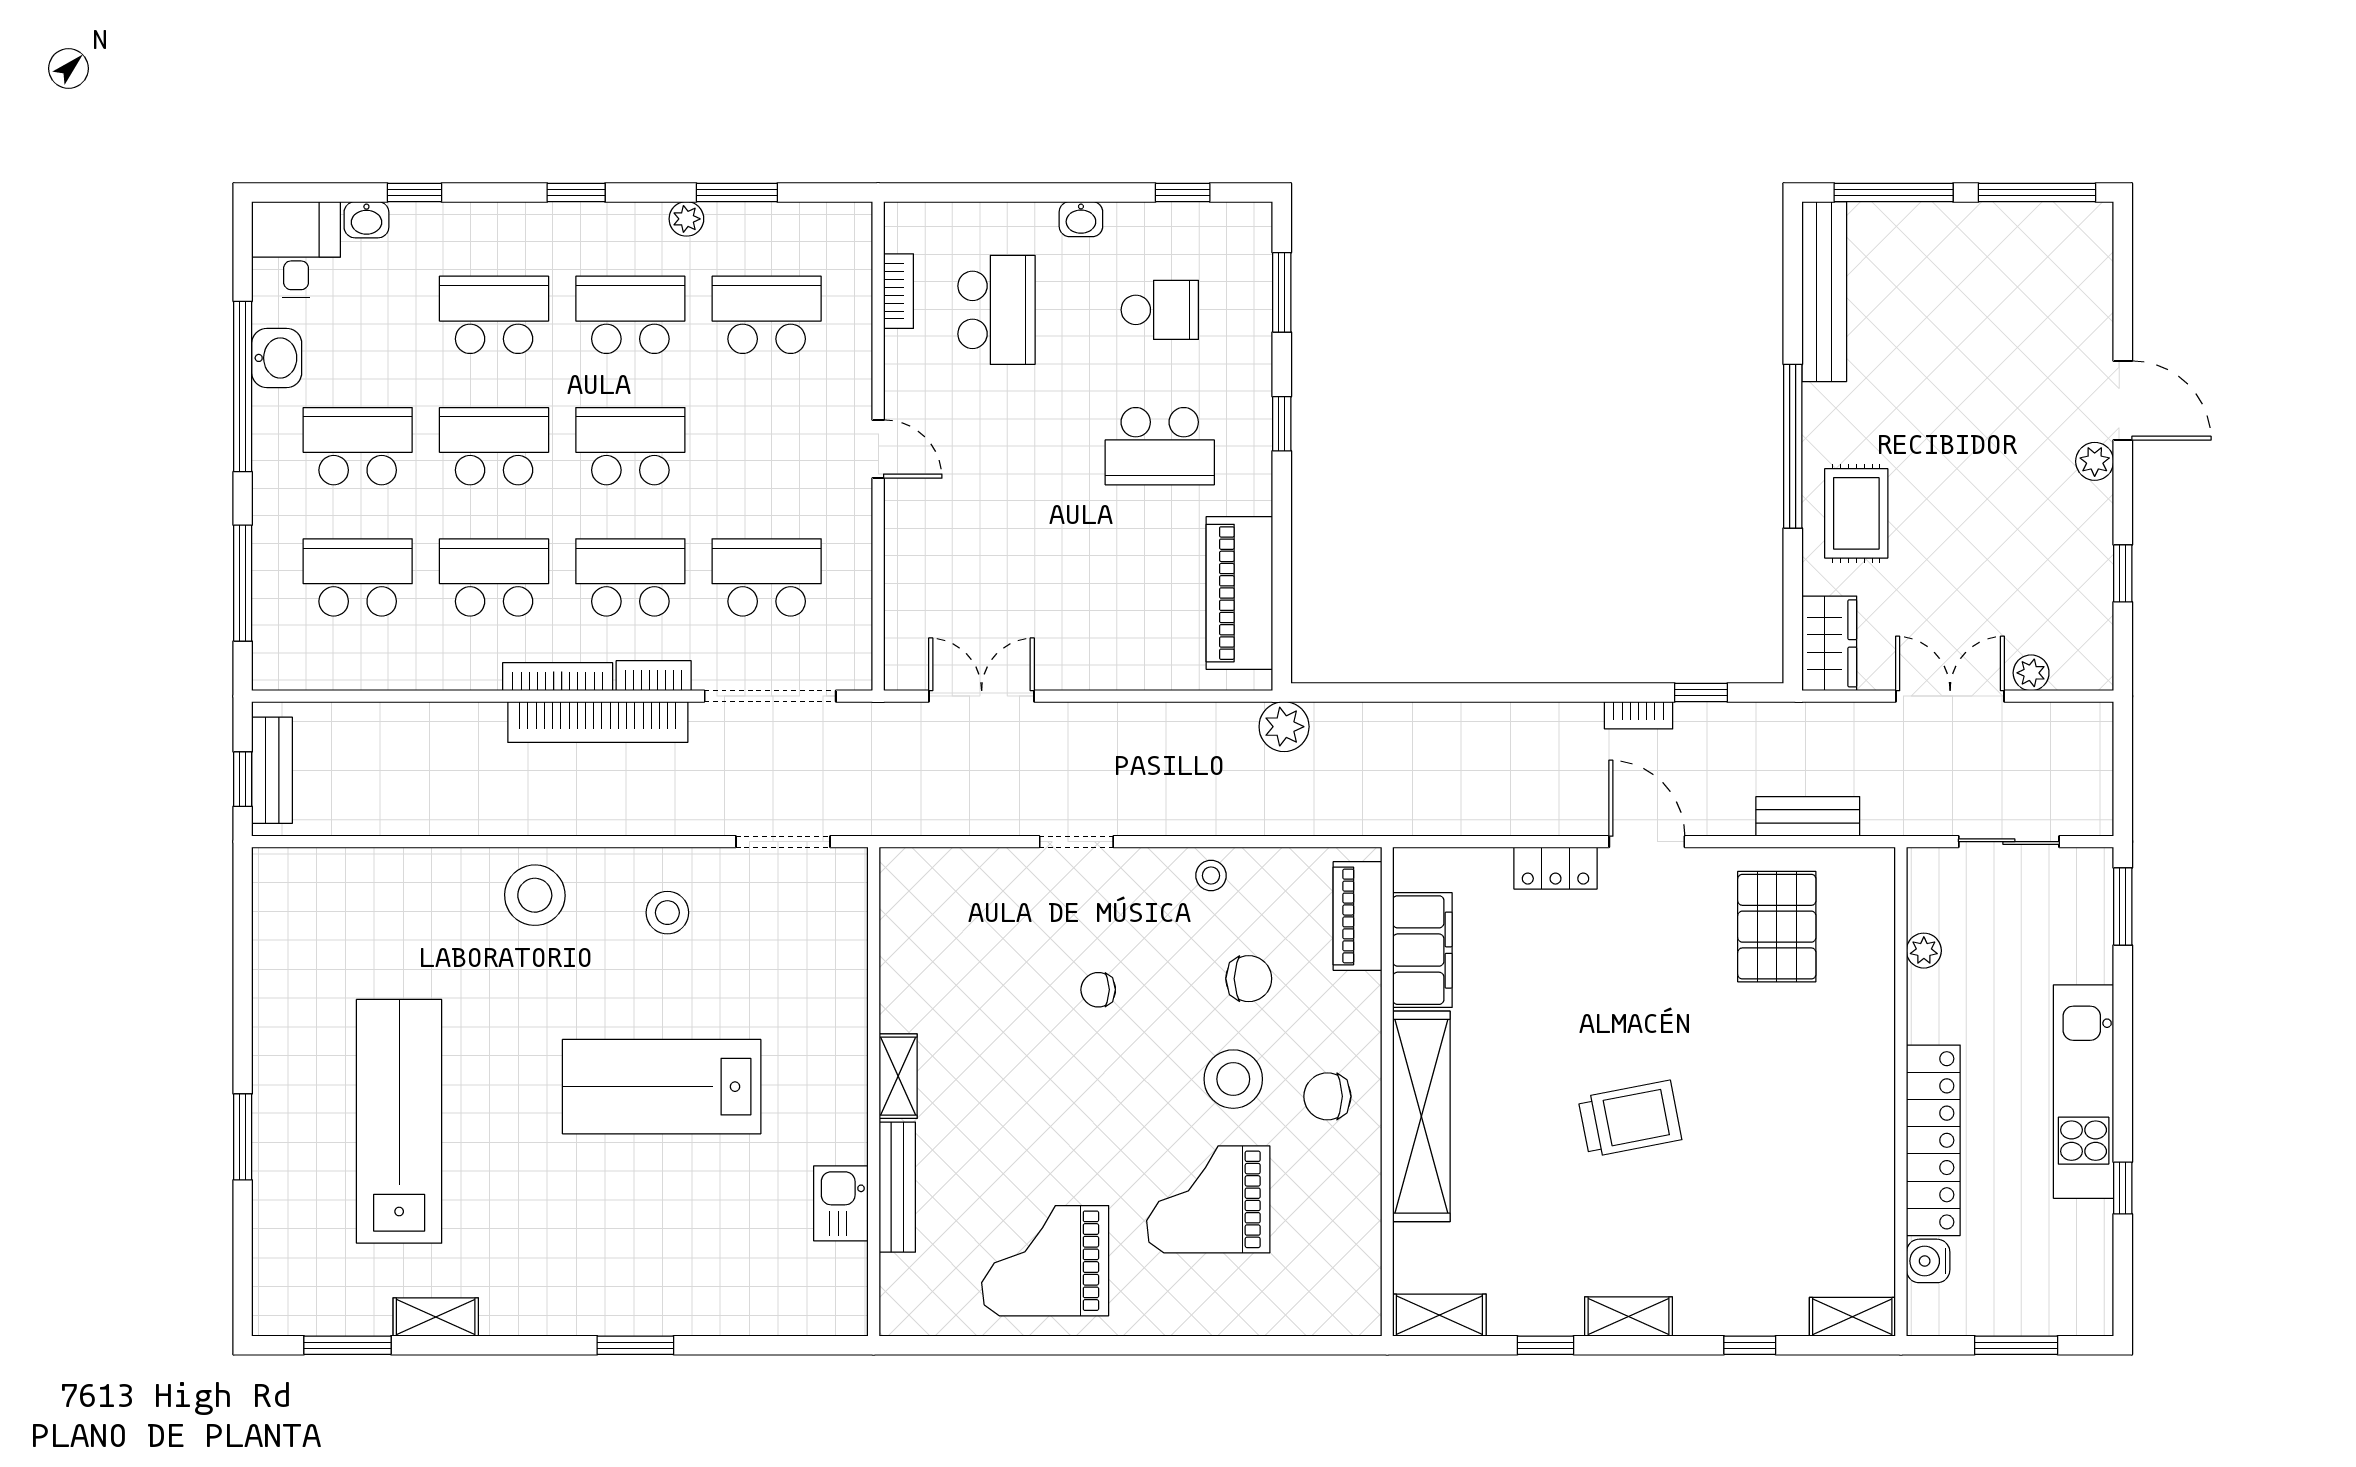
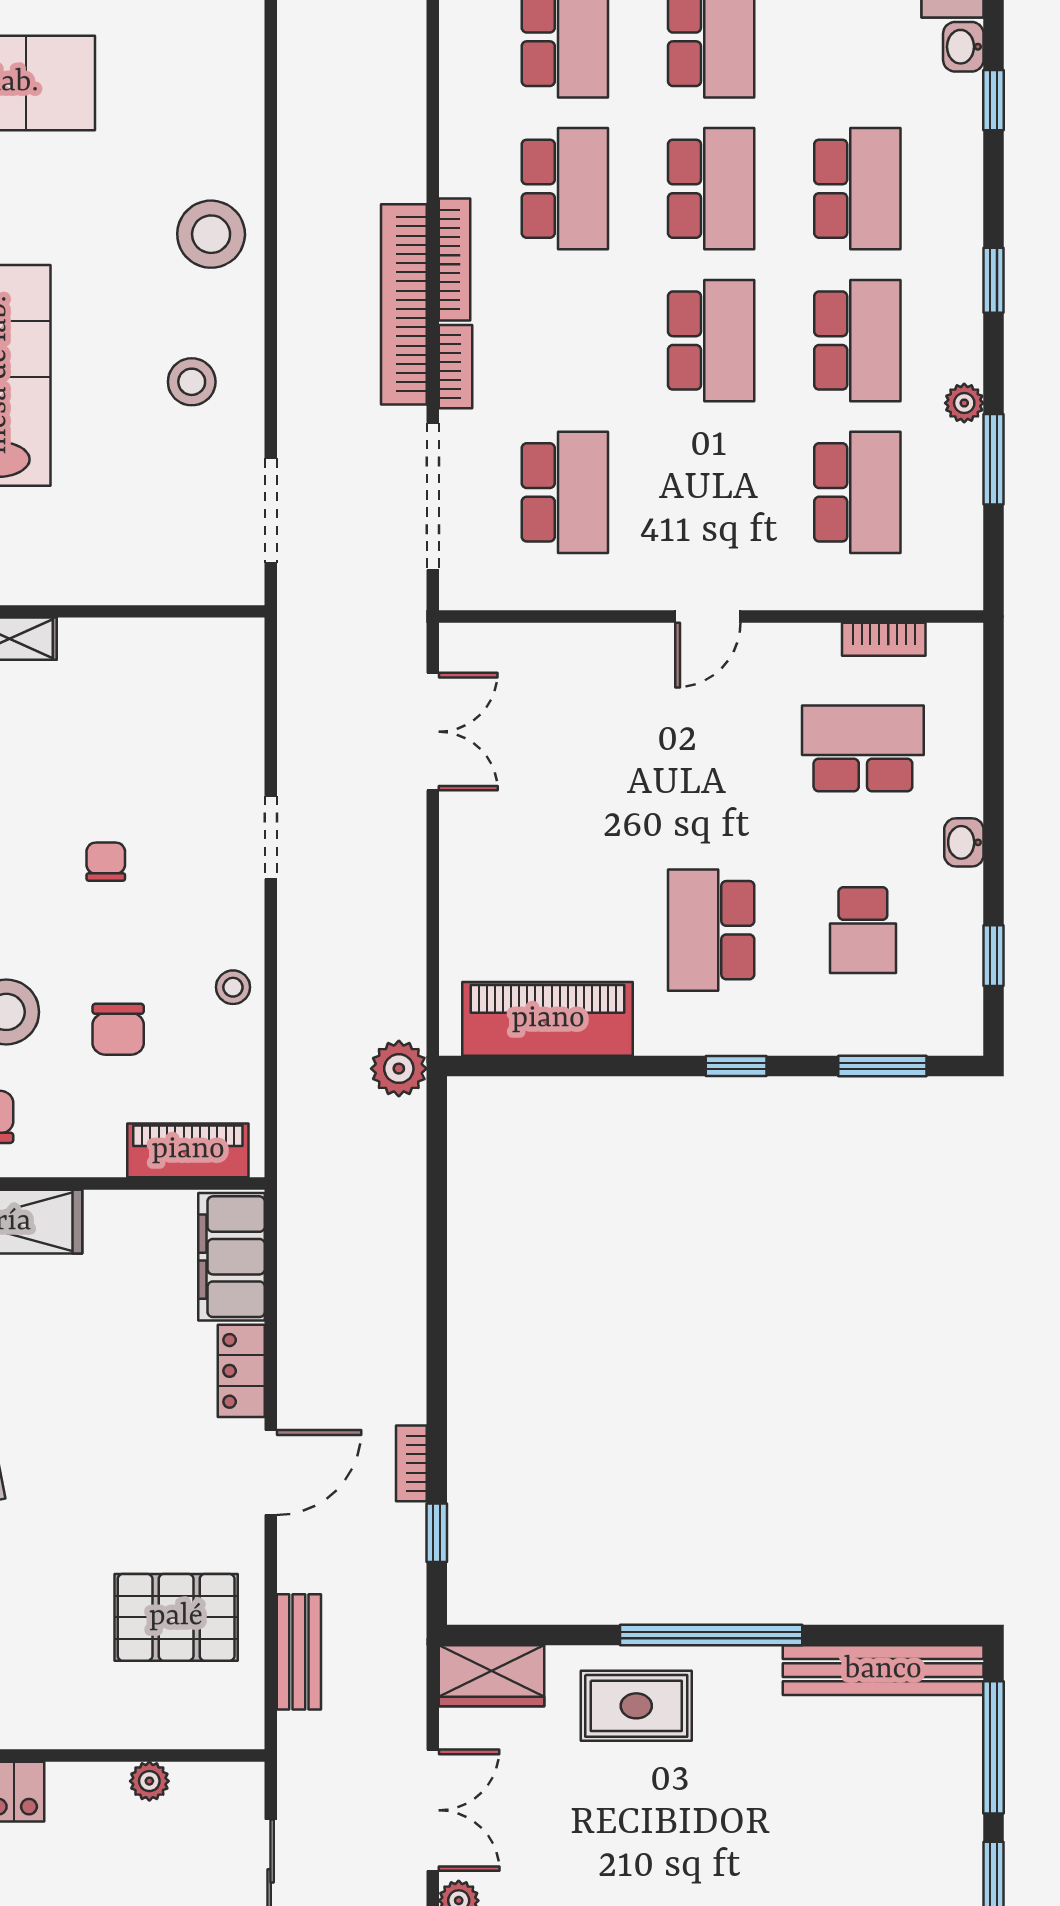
school desk: (996, 310) -> (863, 748), turned 180
school desk: (630, 577) -> (565, 341), removed
filing cabinet: (1422, 950) -> (232, 1257), moved, turned 90

